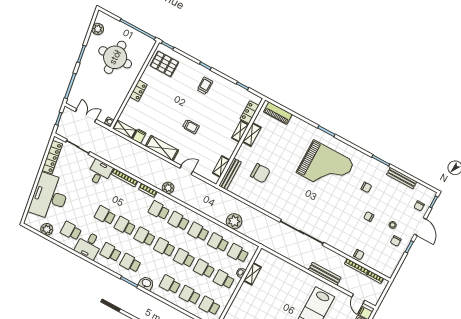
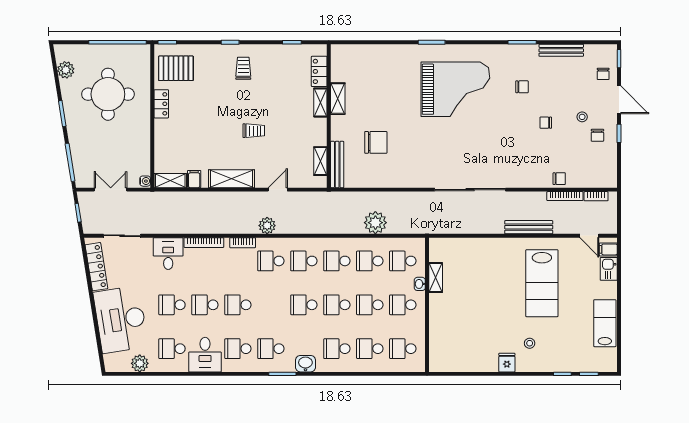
locker: (138, 91) -> (161, 104), moved
piano: (278, 113) -> (356, 53), removed
school desk: (145, 237) -> (172, 305), moved

